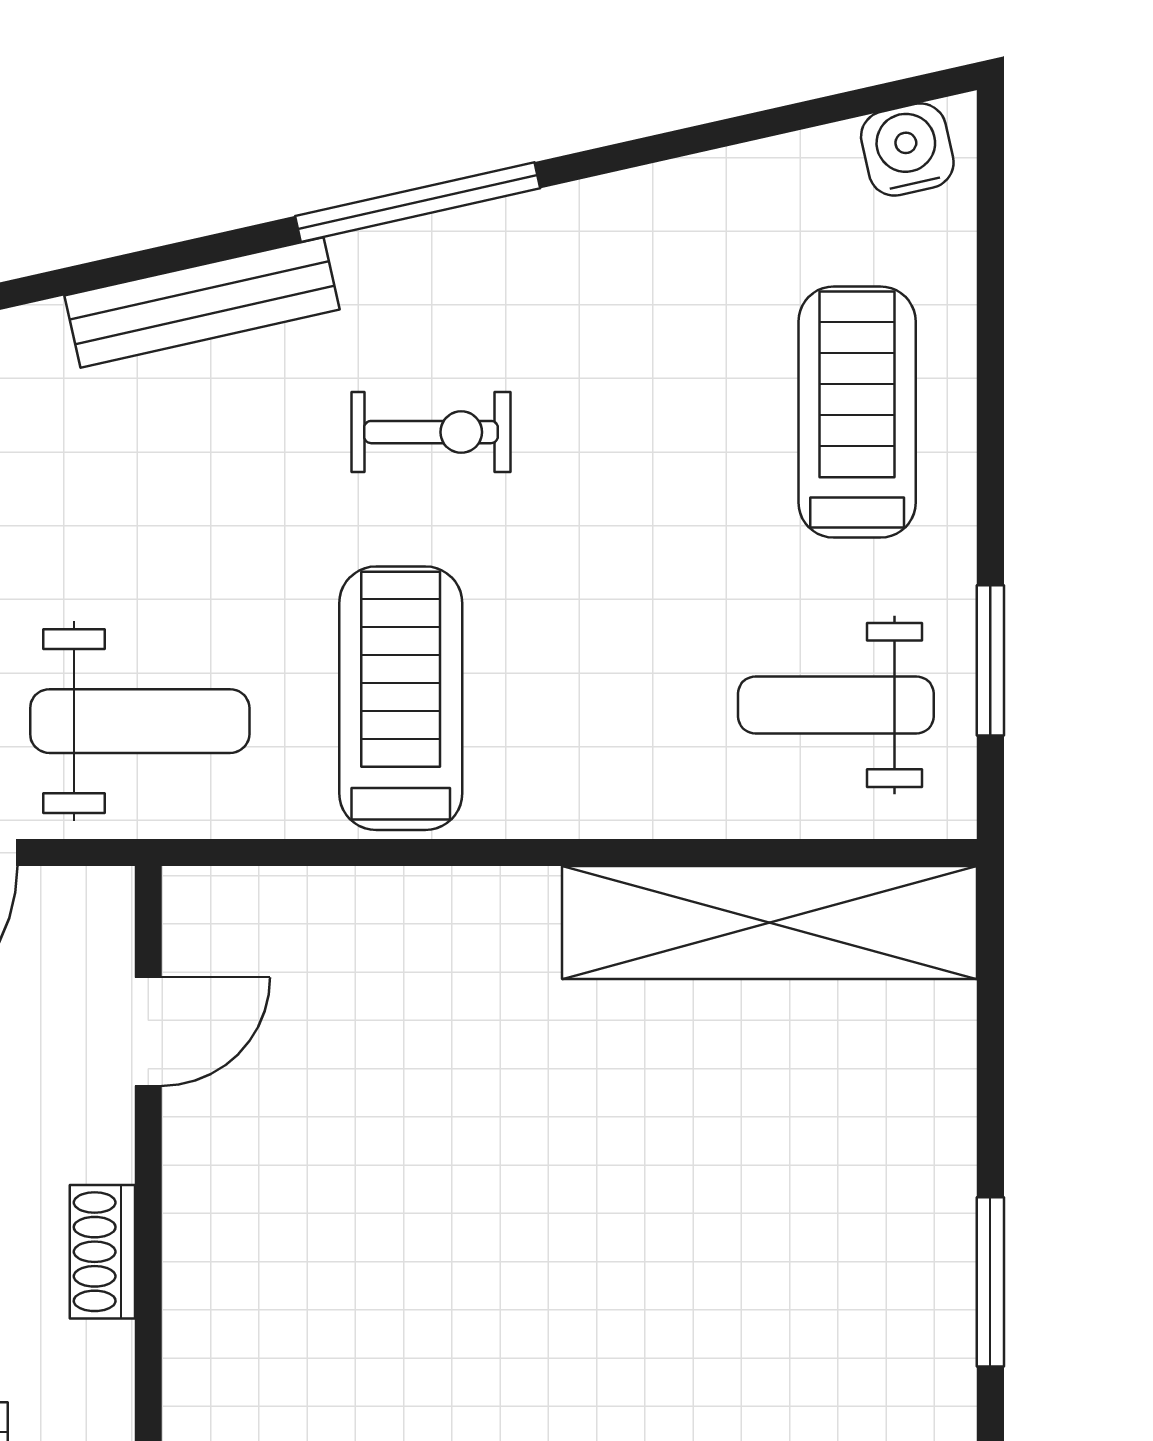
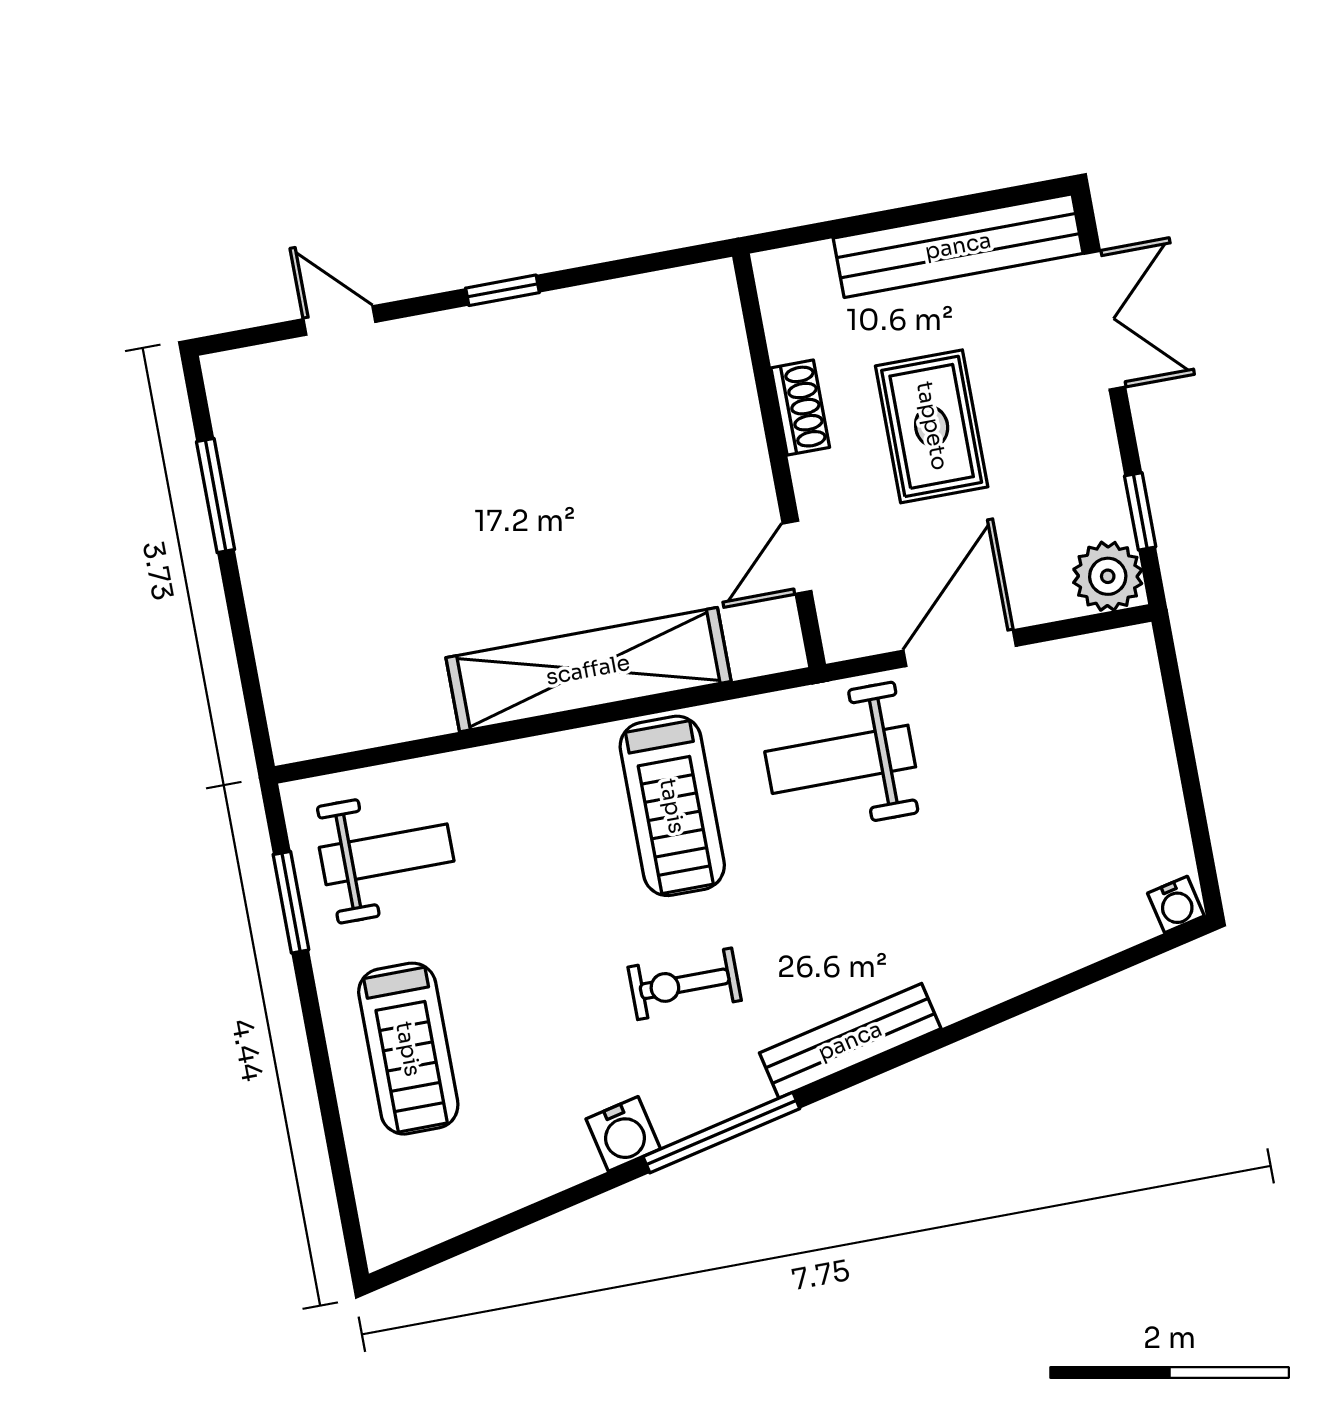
water cooler: (907, 150) -> (623, 1134), moved
shelving: (770, 923) -> (588, 670), moved

